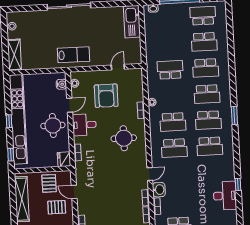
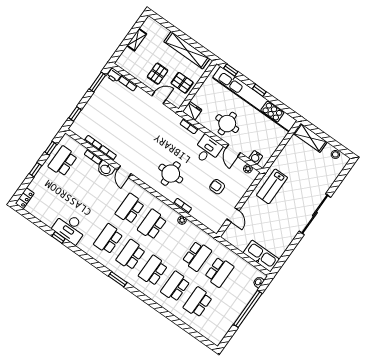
school desk: (203, 16) -> (219, 272), moved
armchair: (106, 96) -> (217, 187), width x0.53, depth x0.53
desk: (225, 196) -> (70, 228), moved

